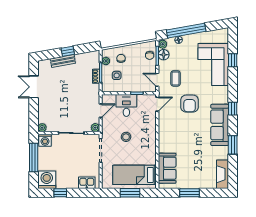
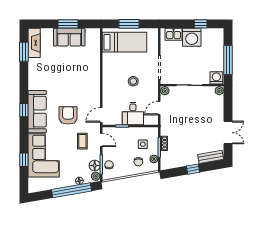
bench: (63, 61) -> (211, 157), moved
sofa: (220, 125) -> (37, 112), moved
window: (233, 145) -> (24, 52), moved
sofa: (167, 168) -> (69, 37), moved, turned -90
washing machine: (47, 180) -> (192, 37), moved

